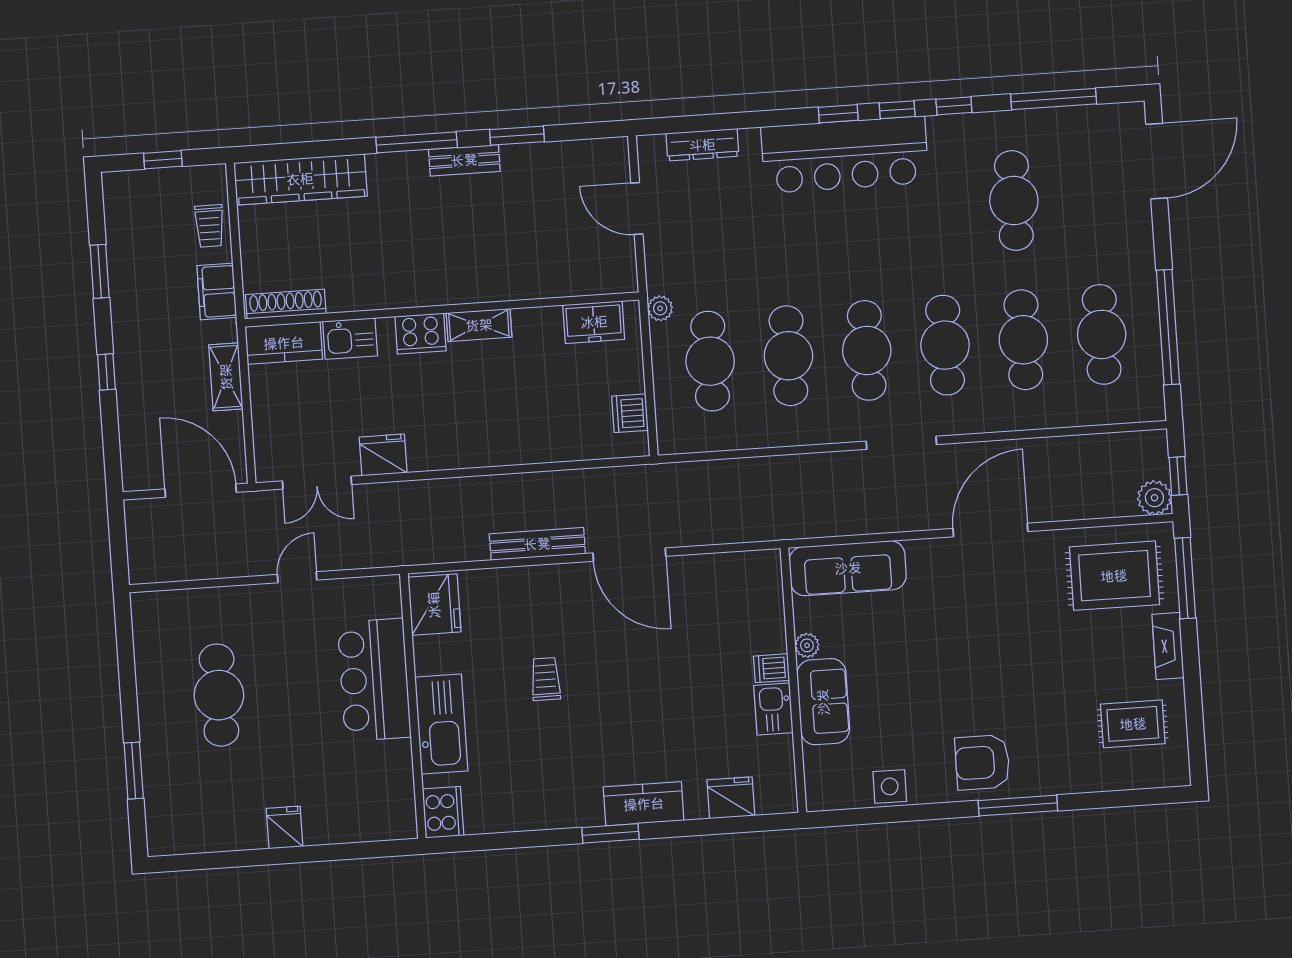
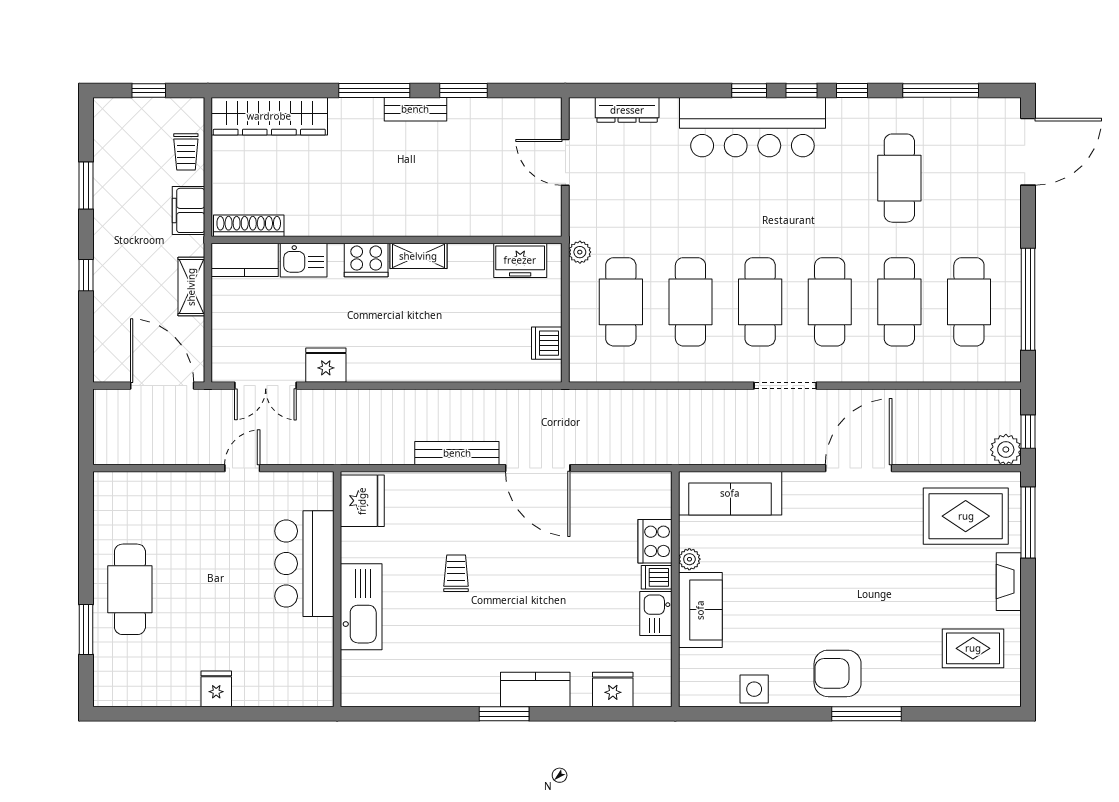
cafe table: (219, 695) -> (130, 589), moved
cooker: (443, 812) -> (655, 541), moved, turned 180

